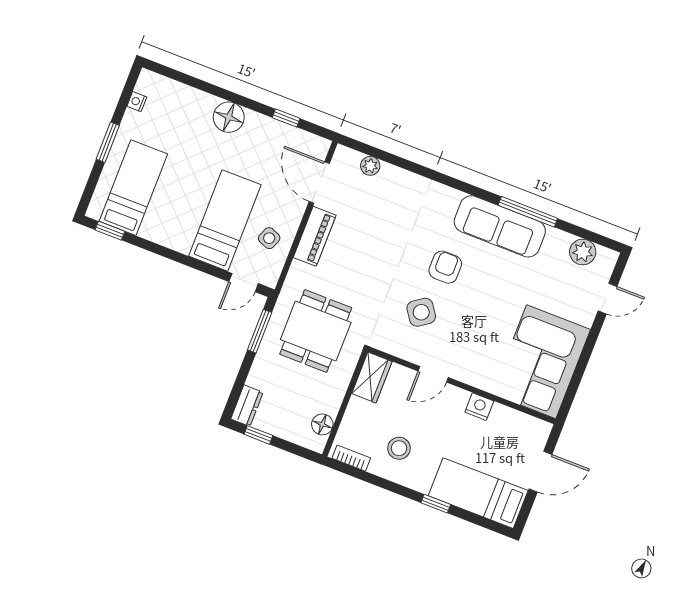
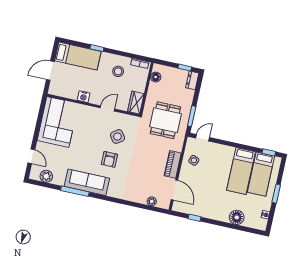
floor lamp: (229, 117) -> (237, 217), moved
bed: (225, 220) -> (241, 171), moved
door: (608, 299) -> (31, 156), swing flipped

